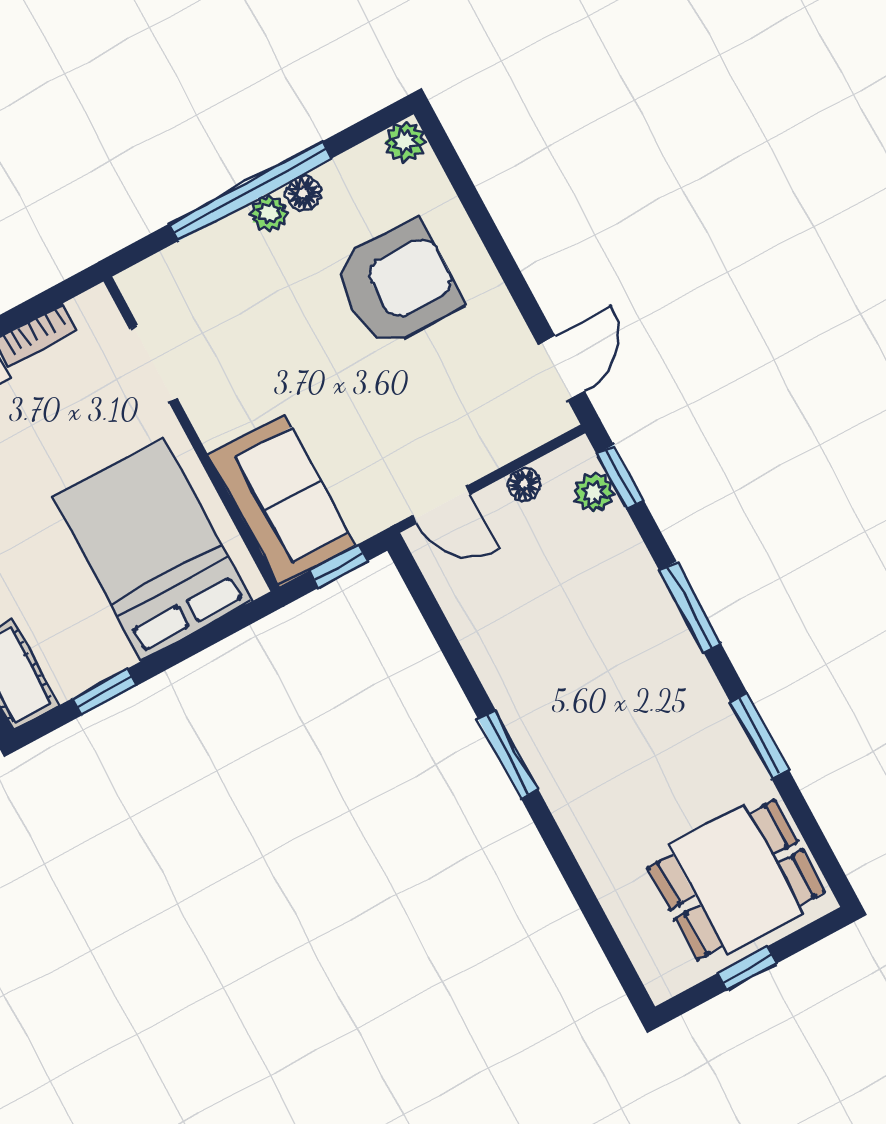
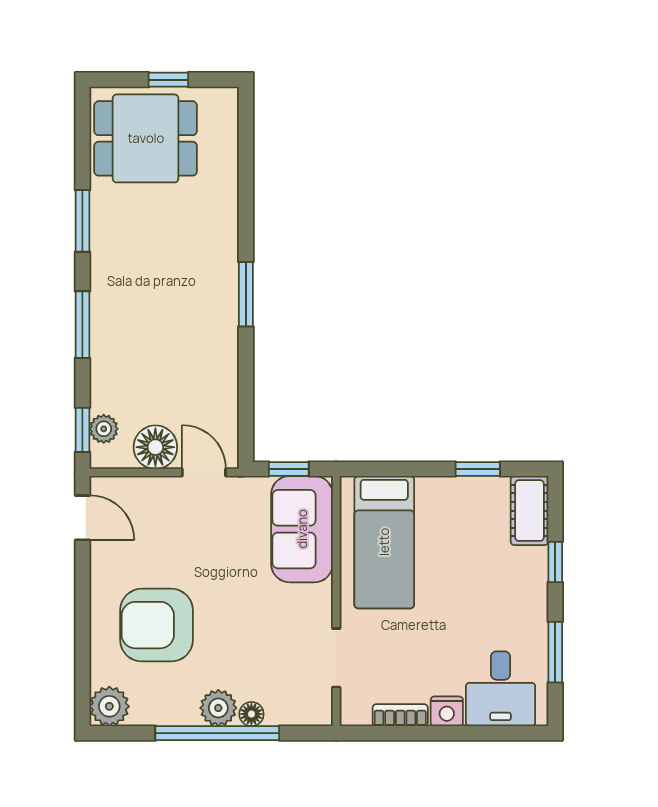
plant: (405, 142) -> (109, 706), width x1.38, depth x1.38
floor lamp: (303, 193) -> (251, 714), moved
plant: (269, 213) -> (218, 708), width x1.38, depth x1.38
door: (561, 368) -> (82, 518), swing flipped
floor lamp: (524, 485) -> (155, 447), width x1.89, depth x1.89
bed: (153, 549) -> (384, 542), width x0.67

